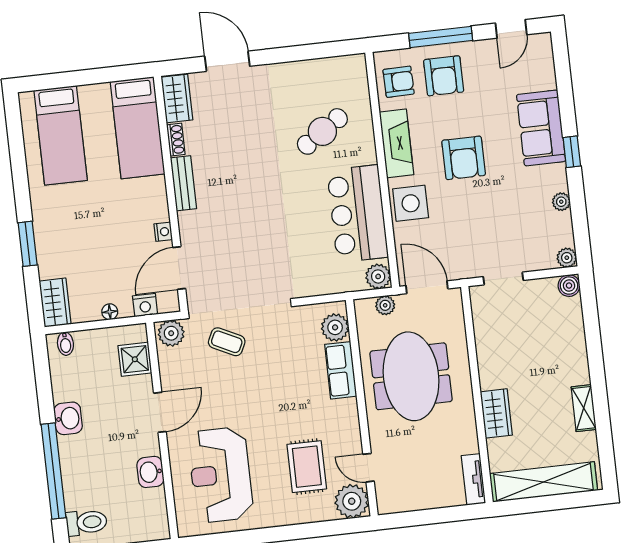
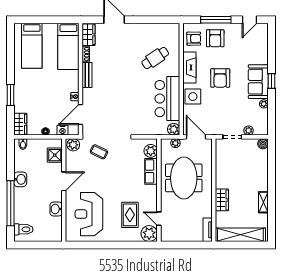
sofa: (541, 128) -> (258, 82), moved
plant: (567, 258) -> (249, 130), moved

